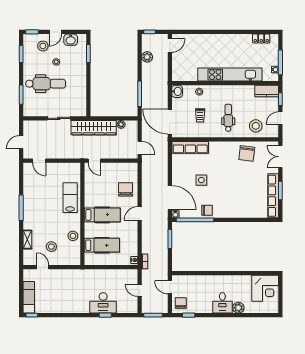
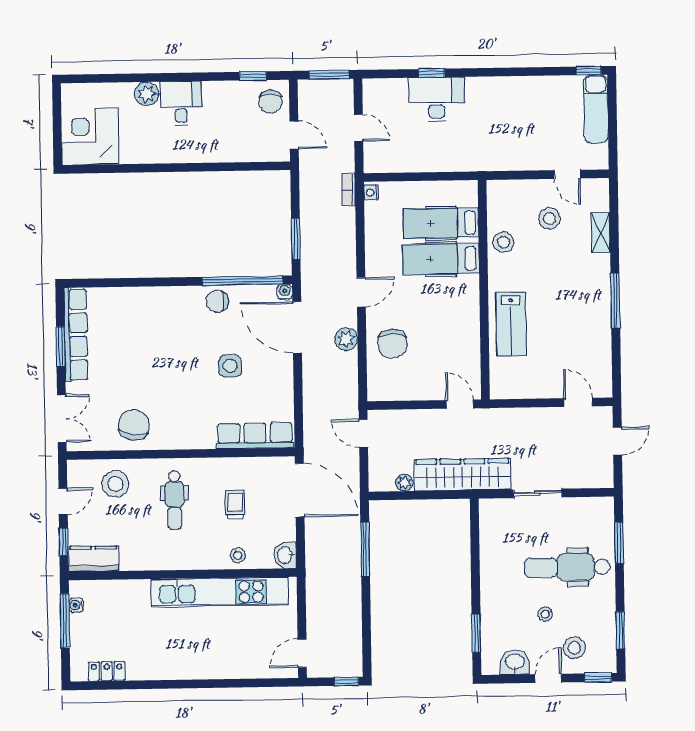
plant: (147, 57) -> (346, 339), moved
kitchen unit: (230, 75) -> (220, 592), moved
hospital bed: (102, 215) -> (441, 259), moved

